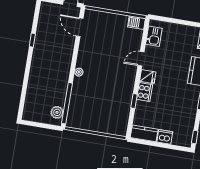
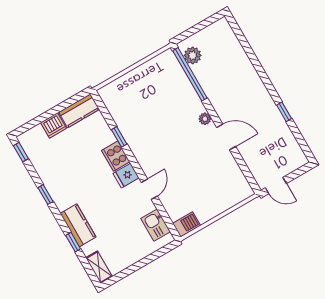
door: (80, 27) -> (226, 137), moved

